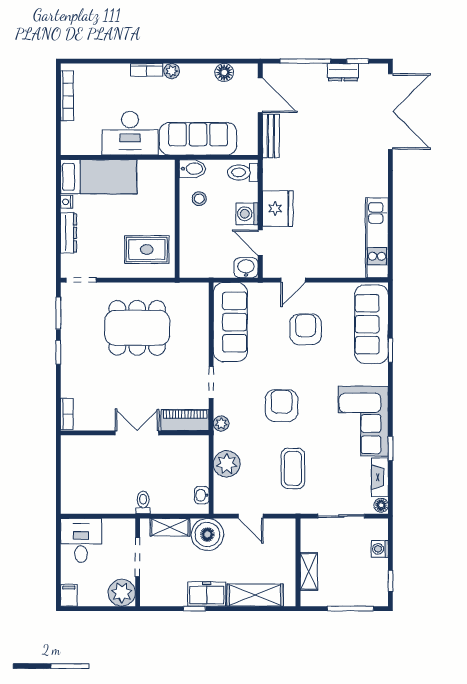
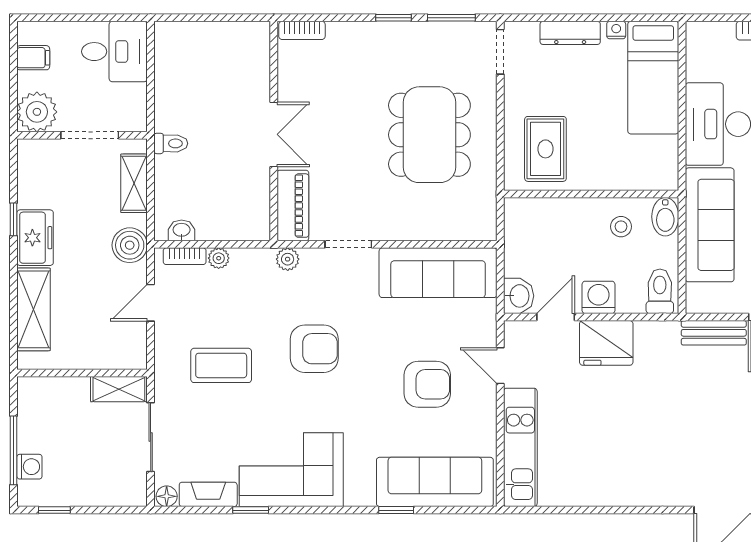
kitchen unit: (377, 238) -> (520, 447), moved, turned 90
plant: (227, 464) -> (219, 258), width x0.53, depth x0.53
bookcase: (219, 493) -> (185, 256), added
boiler: (207, 534) -> (130, 245), width x0.73, depth x0.73
washing machine: (380, 549) -> (29, 467), moved, turned 90
shelving: (309, 571) -> (119, 389), moved
filing cabinet: (69, 595) -> (33, 58), moved

